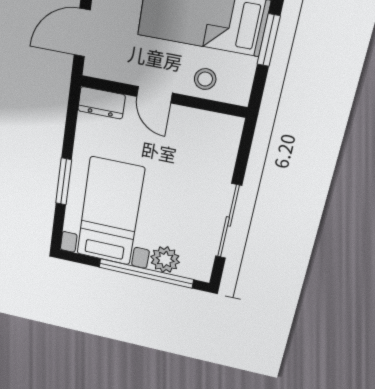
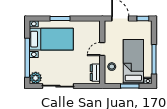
dresser: (101, 103) -> (95, 73), moved
plant: (165, 260) -> (36, 78), moved

